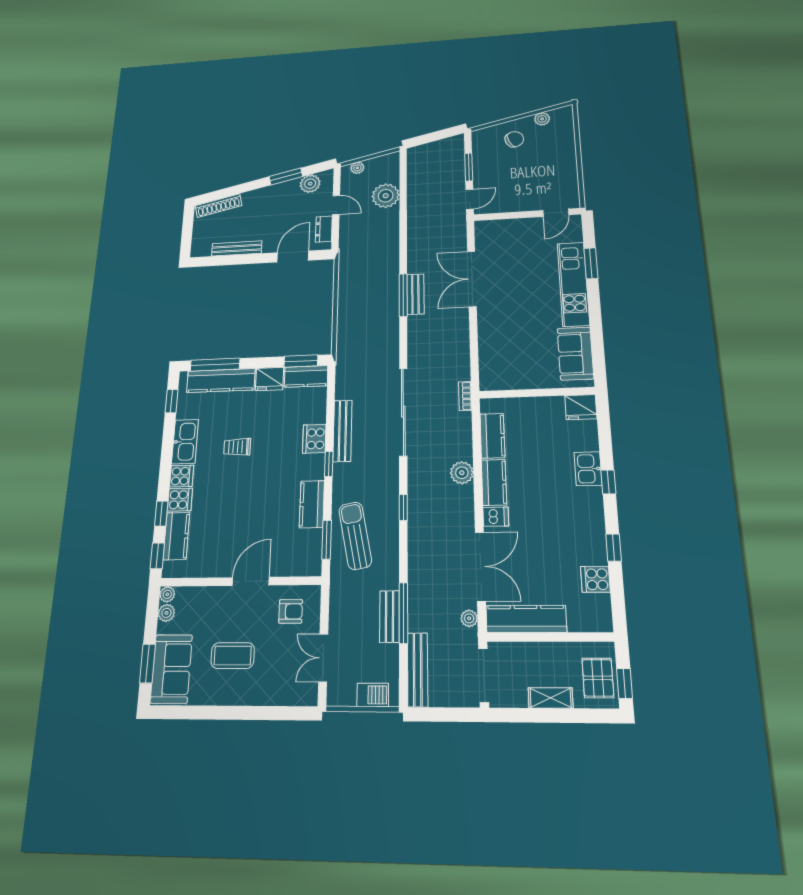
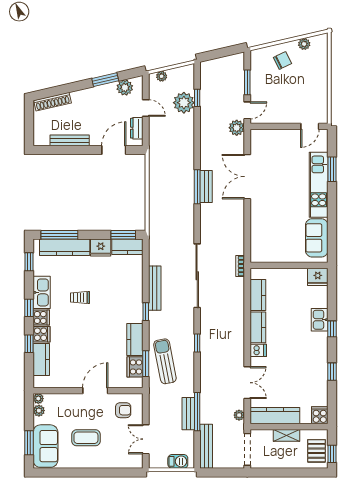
window: (403, 189) -> (197, 98), added
cooker: (314, 439) -> (135, 367), moved
plant: (462, 473) -> (237, 128), moved
window: (157, 556) -> (29, 308), moved
double door: (480, 566) -> (247, 383), width x0.73
cooker: (595, 579) -> (320, 415), moved, turned 90
shelving: (551, 698) -> (286, 435), moved

